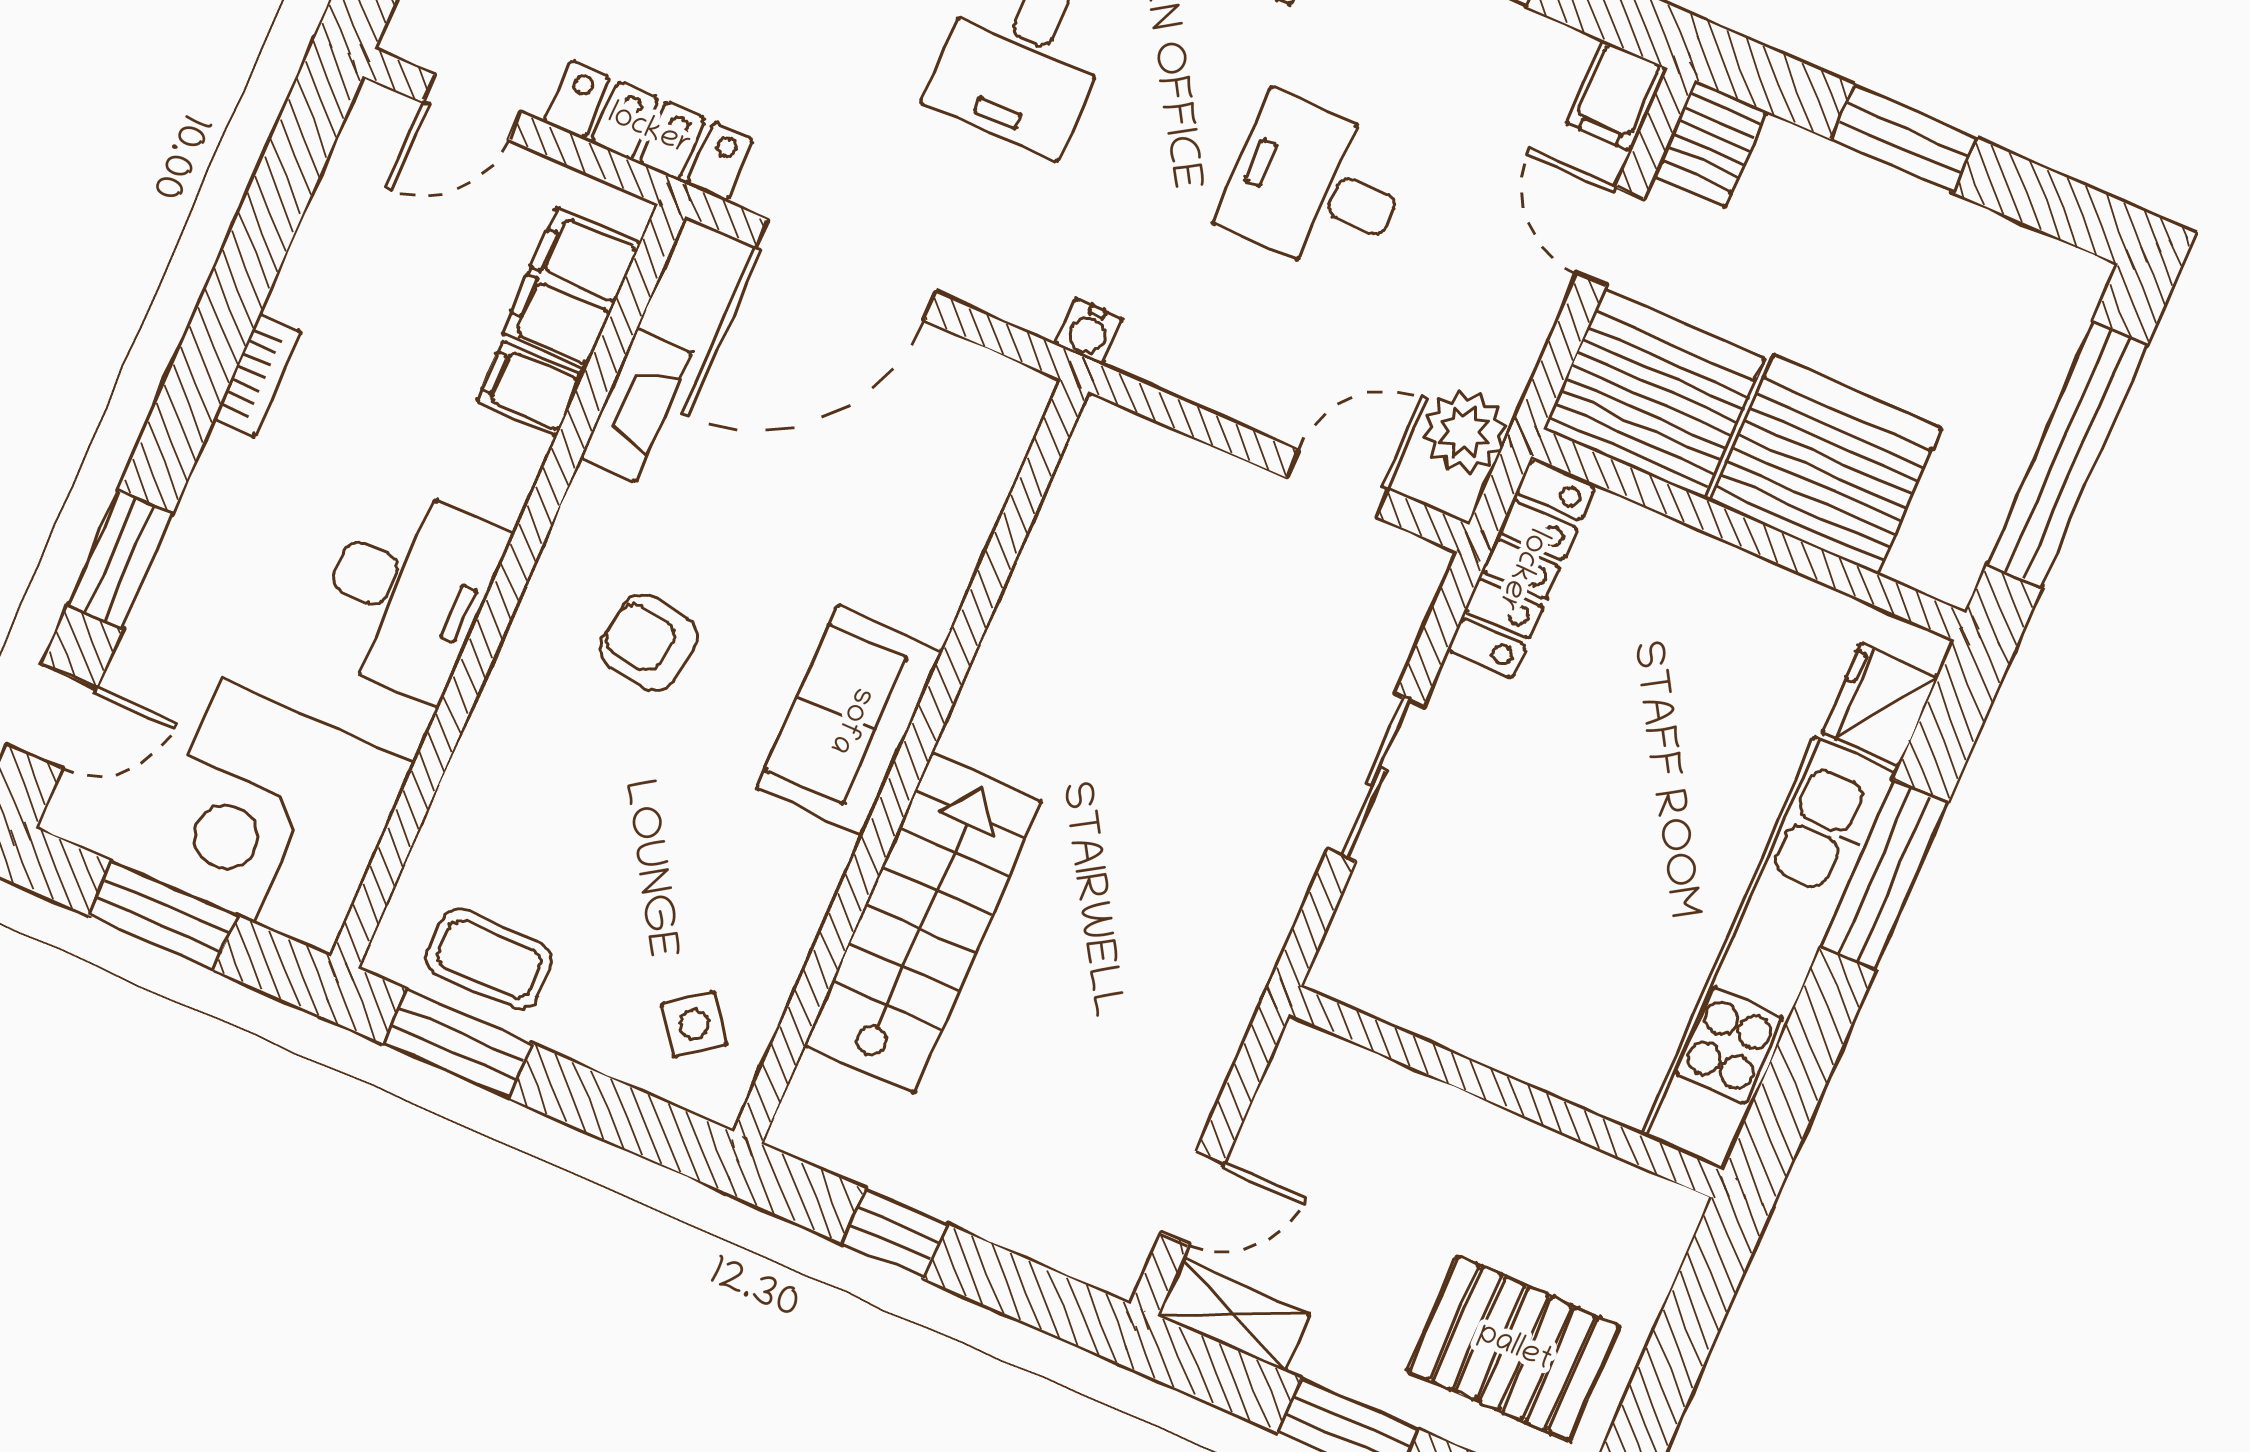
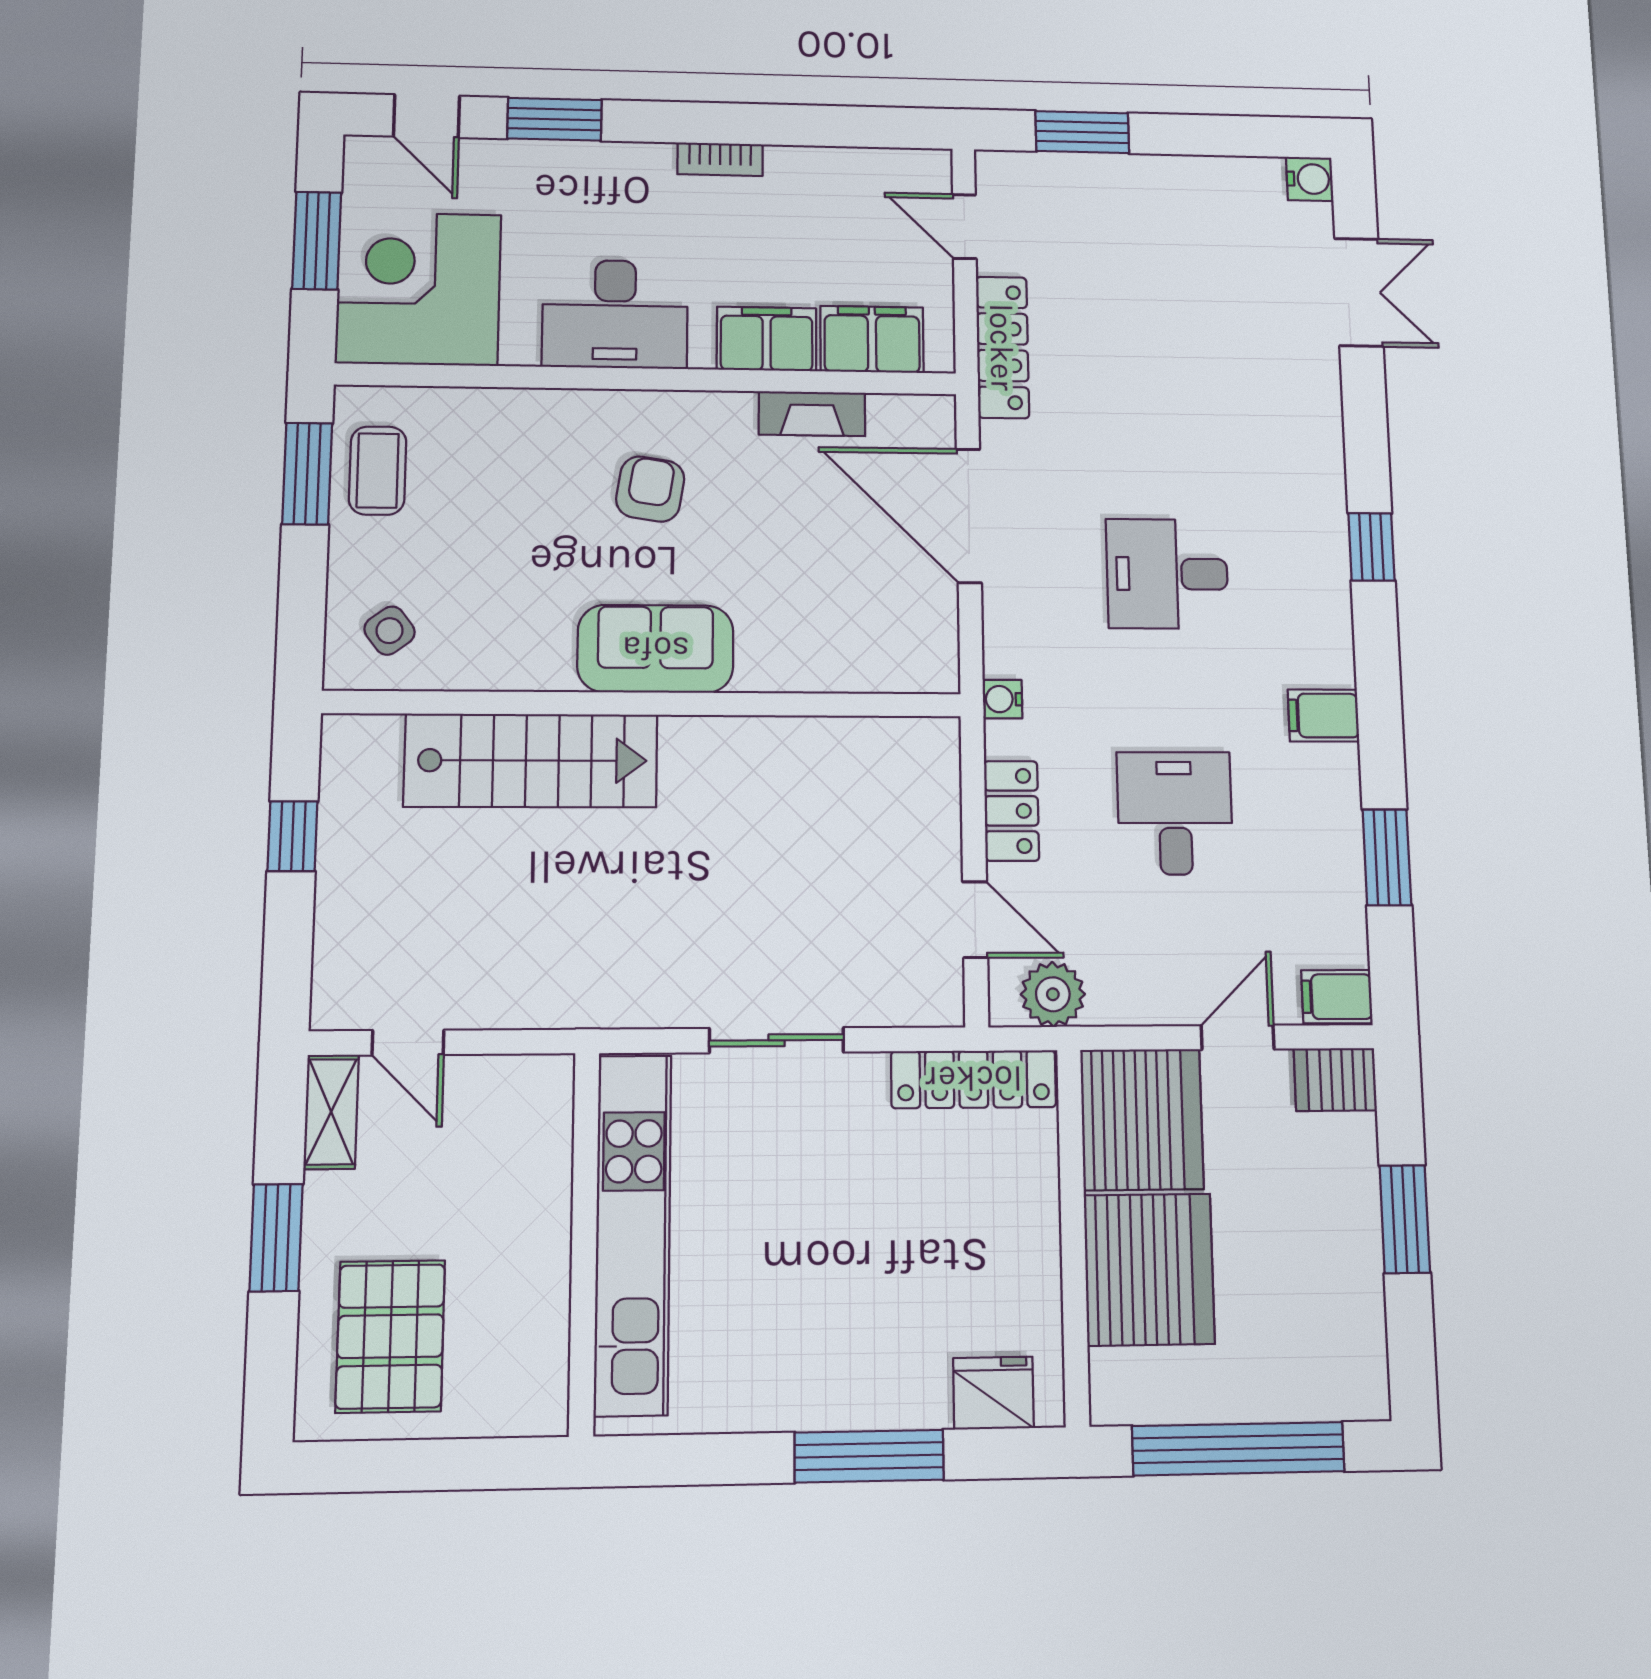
locker: (1228, 382) -> (1011, 811), added
filing cabinet: (530, 389) -> (767, 339), width x2.00
kitchen unit: (1769, 954) -> (633, 1234), moved, turned 90

